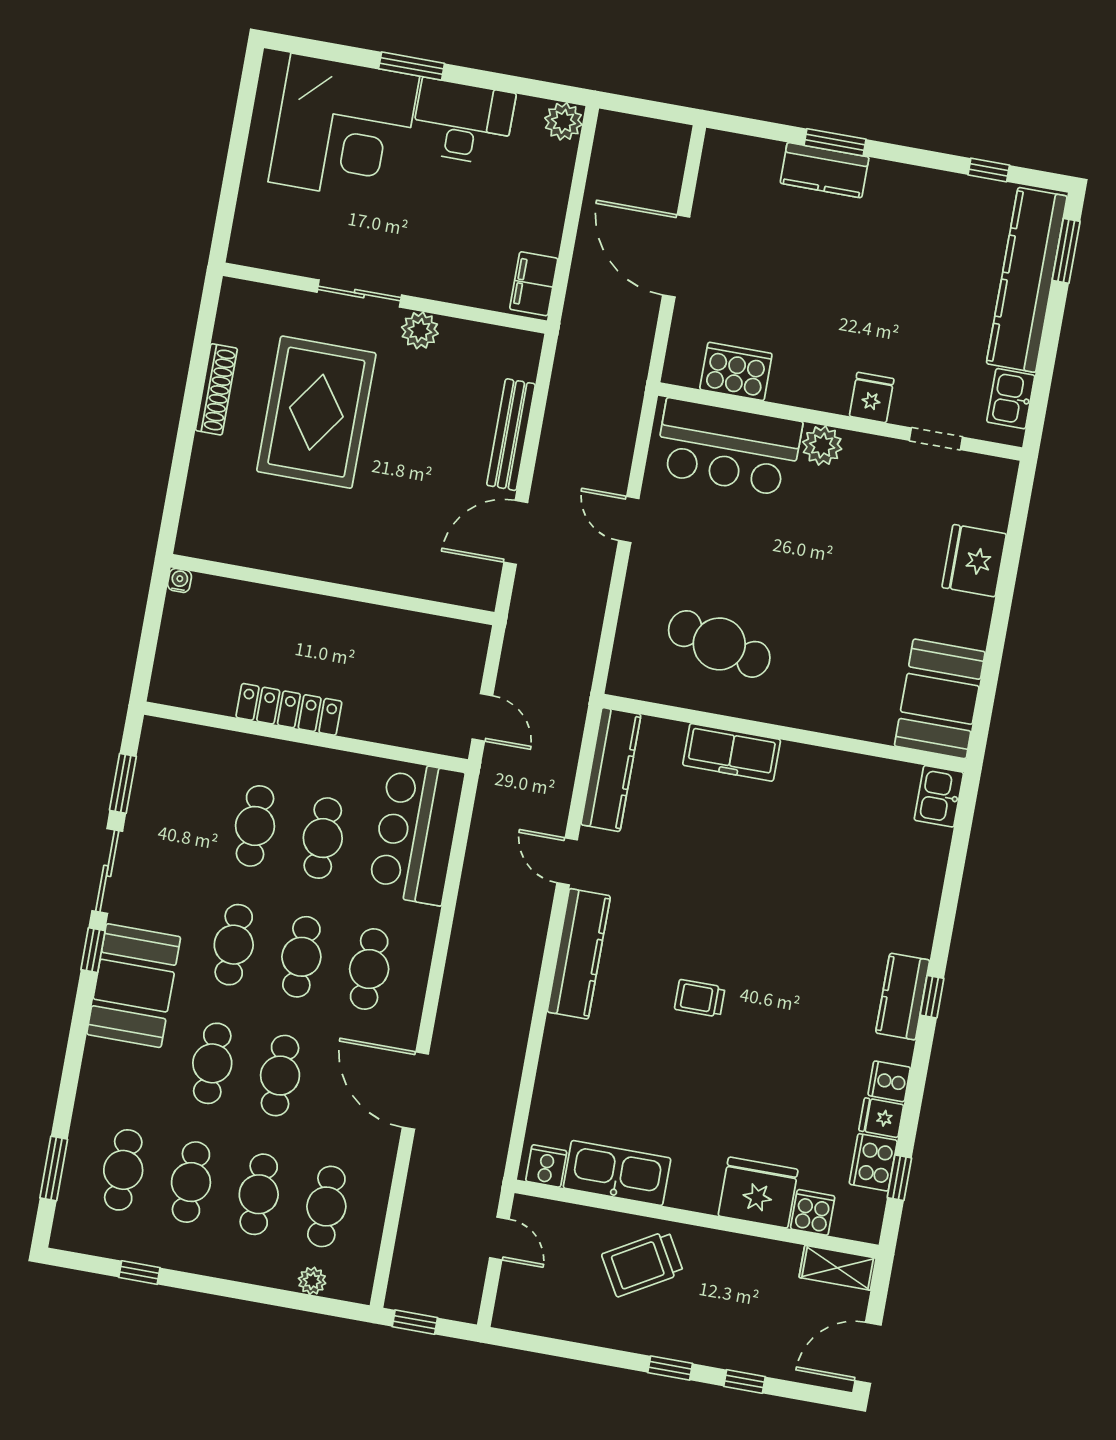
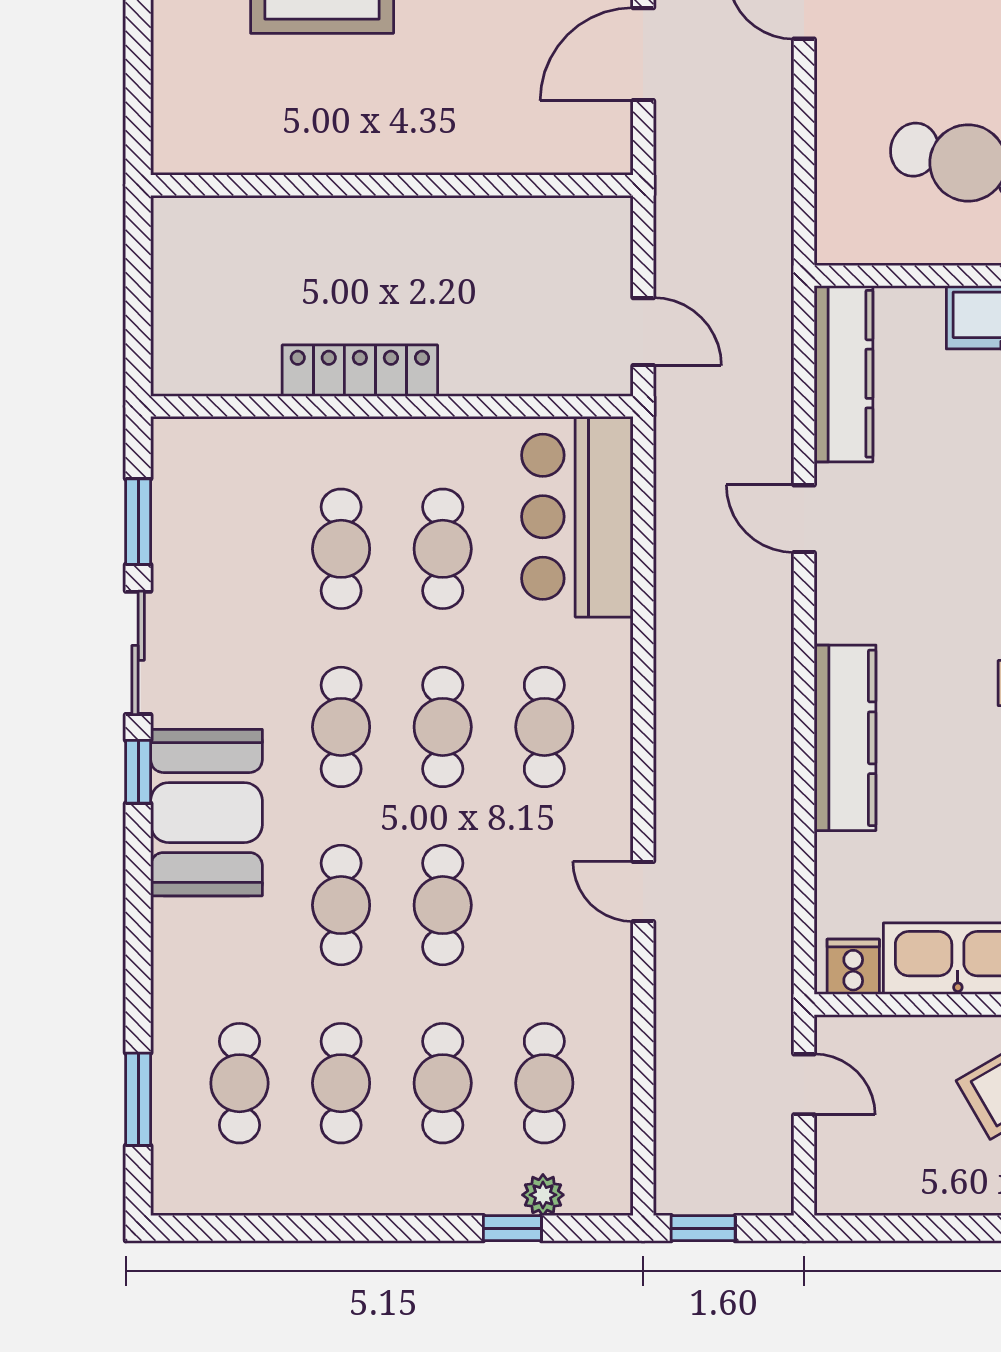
water cooler: (180, 580) -> (167, 212), removed
kitchen counter: (579, 954) -> (845, 738), moved
door: (415, 1091) -> (643, 892), width x0.53
window: (139, 1273) -> (512, 1228), moved

